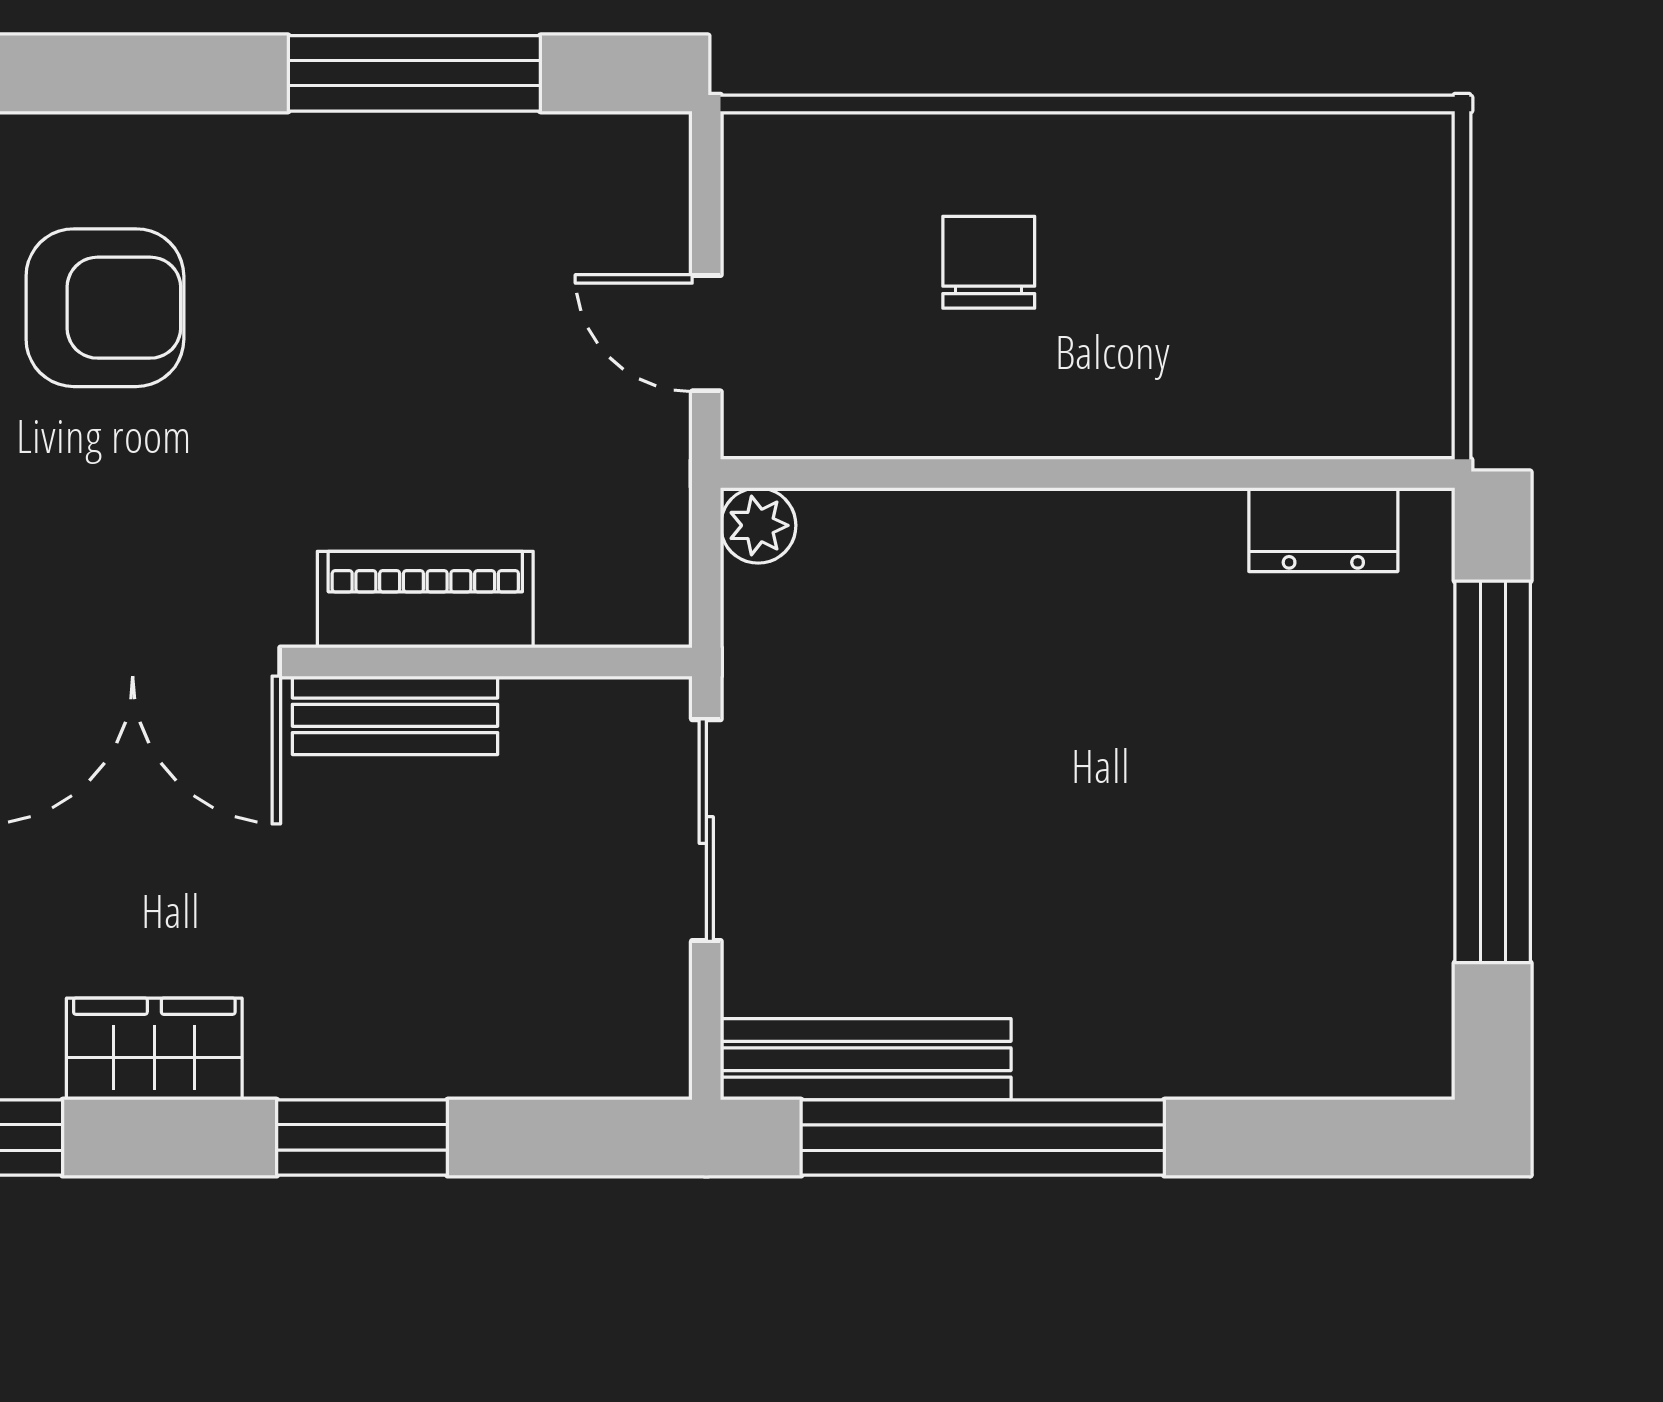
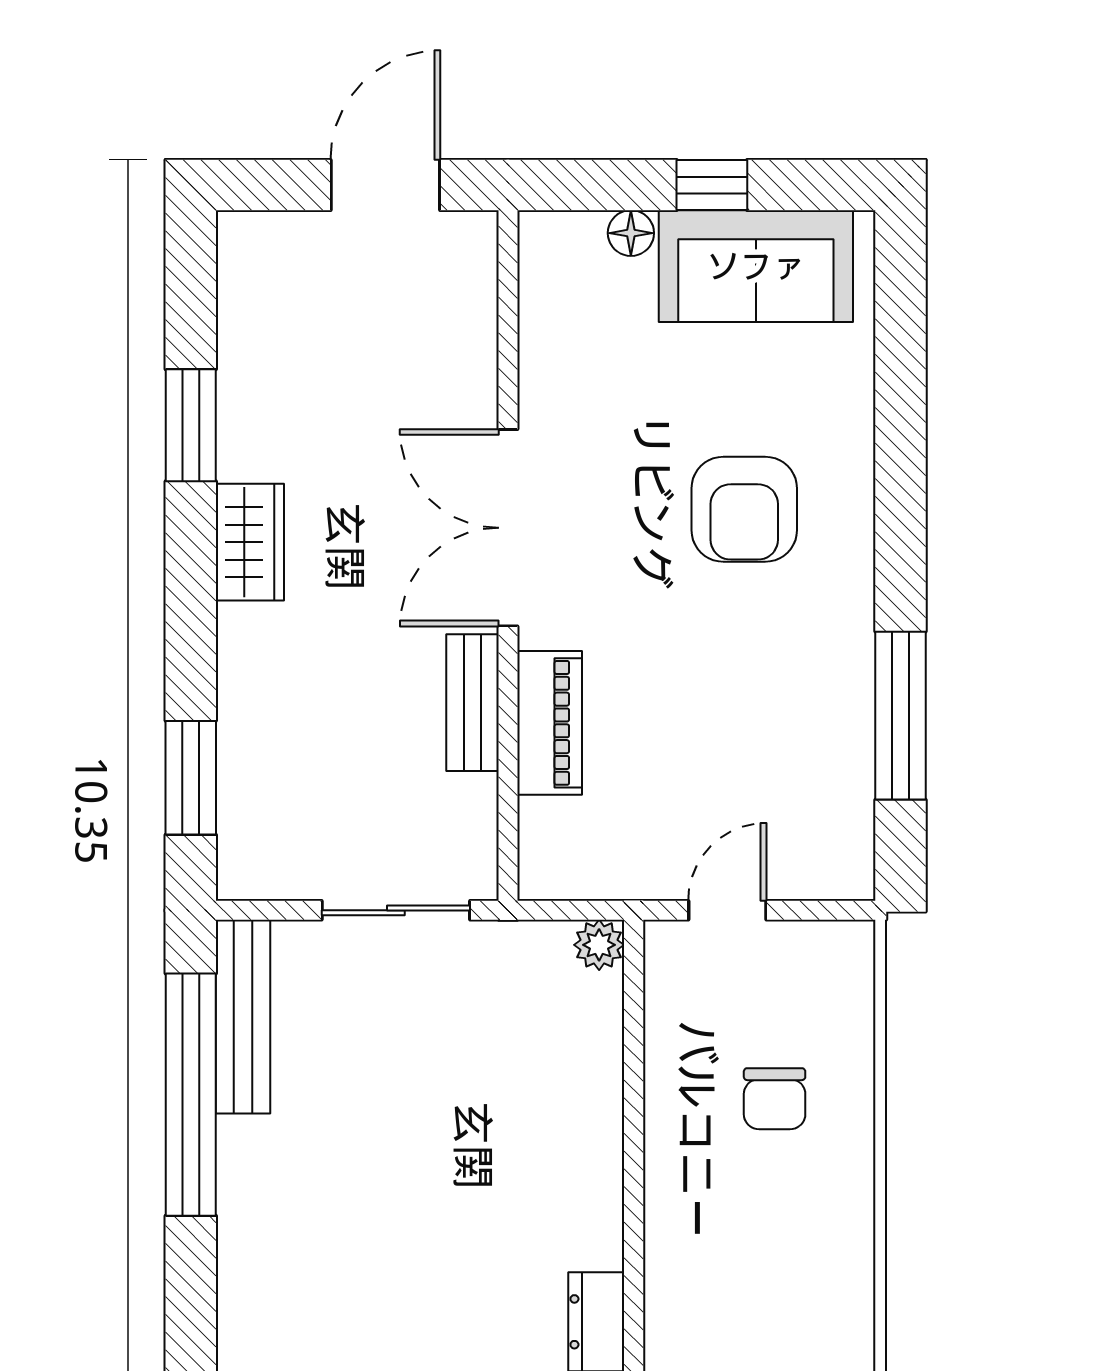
chair: (989, 262) -> (775, 1099), turned 90
window: (362, 1138) -> (191, 778), moved

